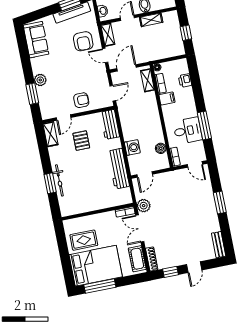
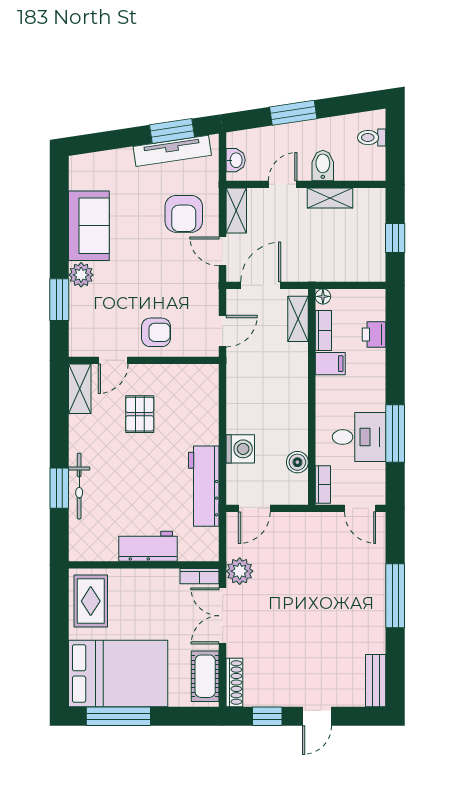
sofa: (36, 40) -> (89, 226), moved
workbench: (110, 124) -> (148, 546), moved, turned 90
window: (220, 203) -> (395, 596), width x1.44
rug: (84, 240) -> (91, 601), moved, turned 90

